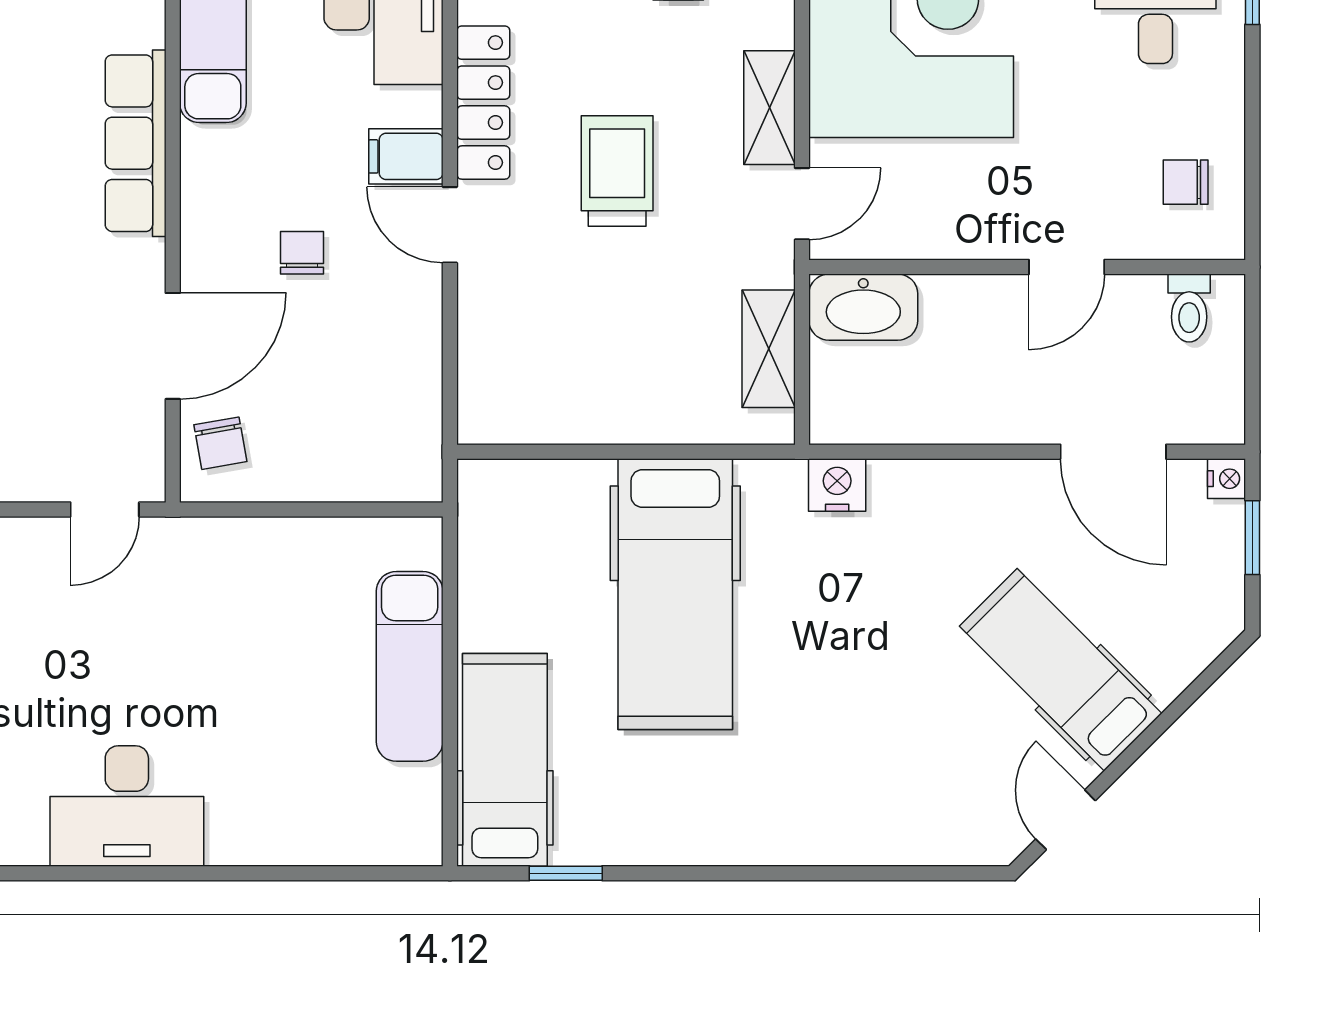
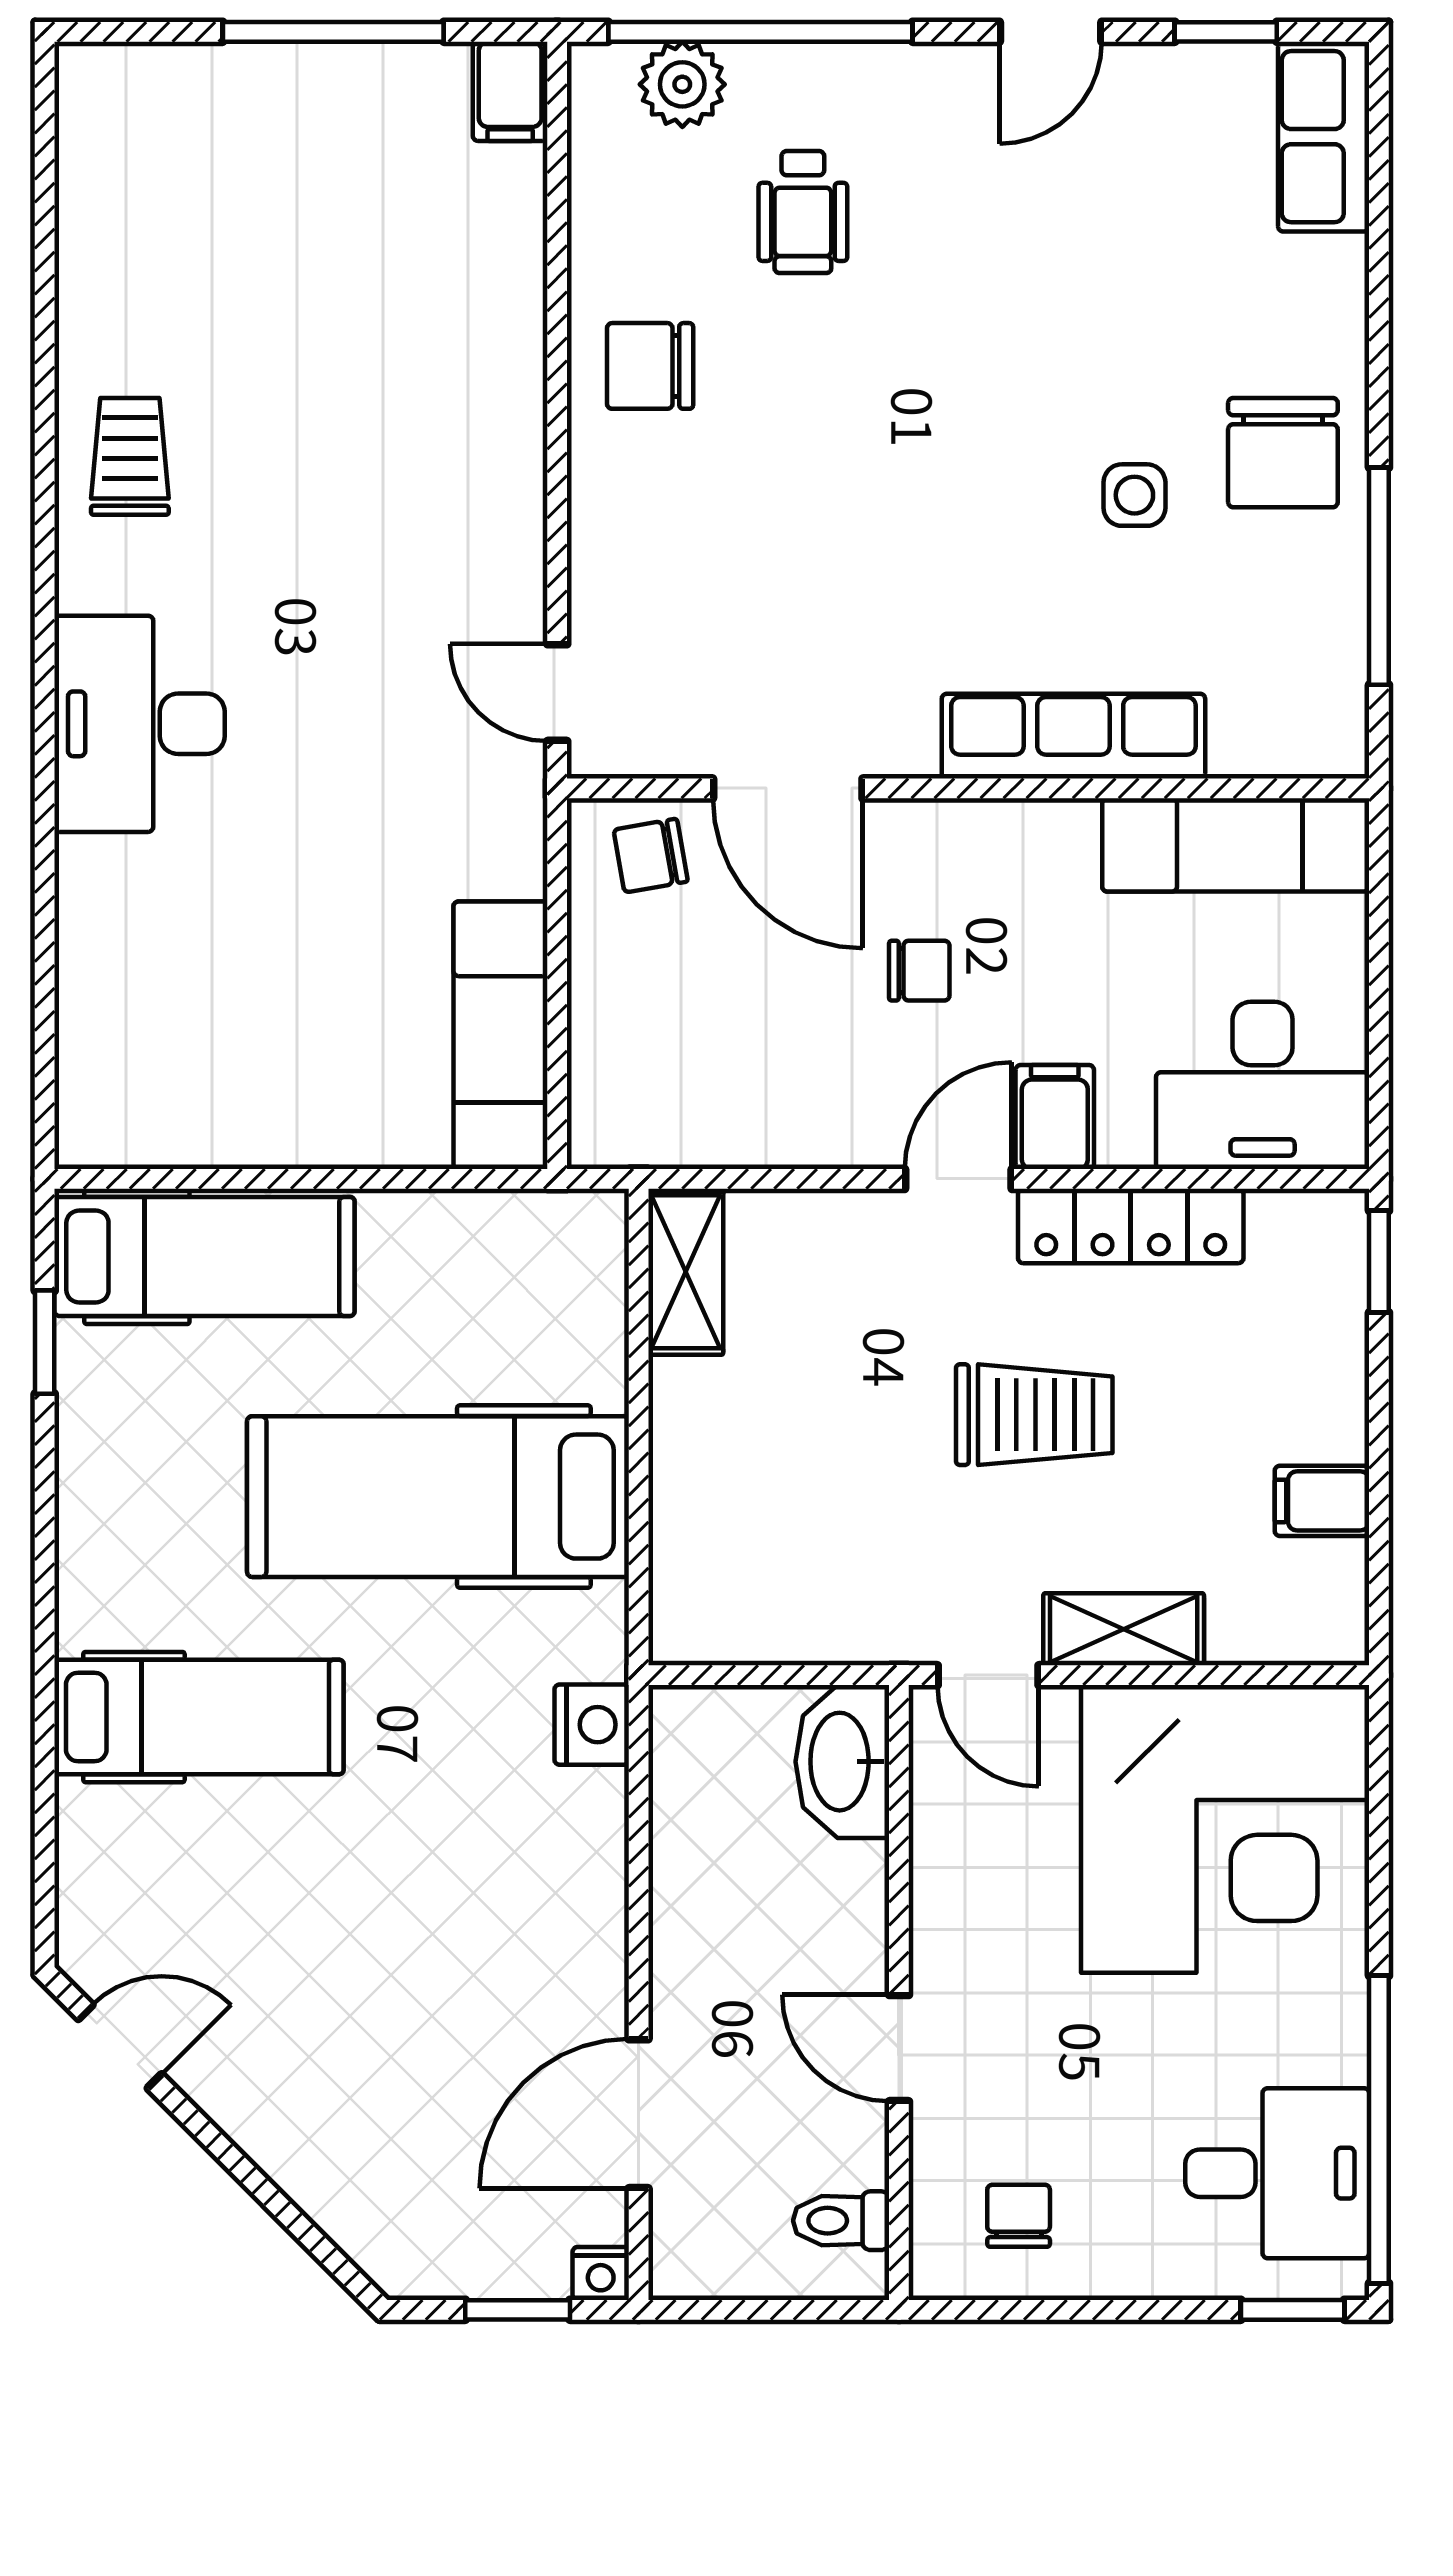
shelving: (769, 349) -> (686, 1272), moved, turned 90
exam couch: (410, 666) -> (501, 1035), moved, turned -90
hospital bed: (1061, 670) -> (199, 1717), moved, turned 45

